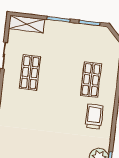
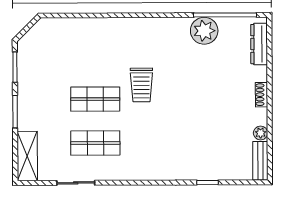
shop shelf: (91, 80) -> (95, 99), moved
trolley: (94, 117) -> (141, 85), moved, turned -90

